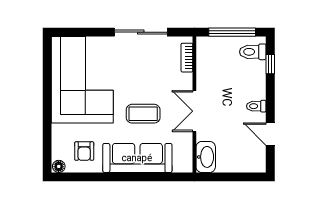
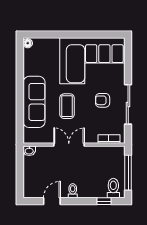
armchair: (84, 151) -> (103, 100), moved
washbasin: (206, 157) -> (29, 151), width x0.52, depth x0.69

